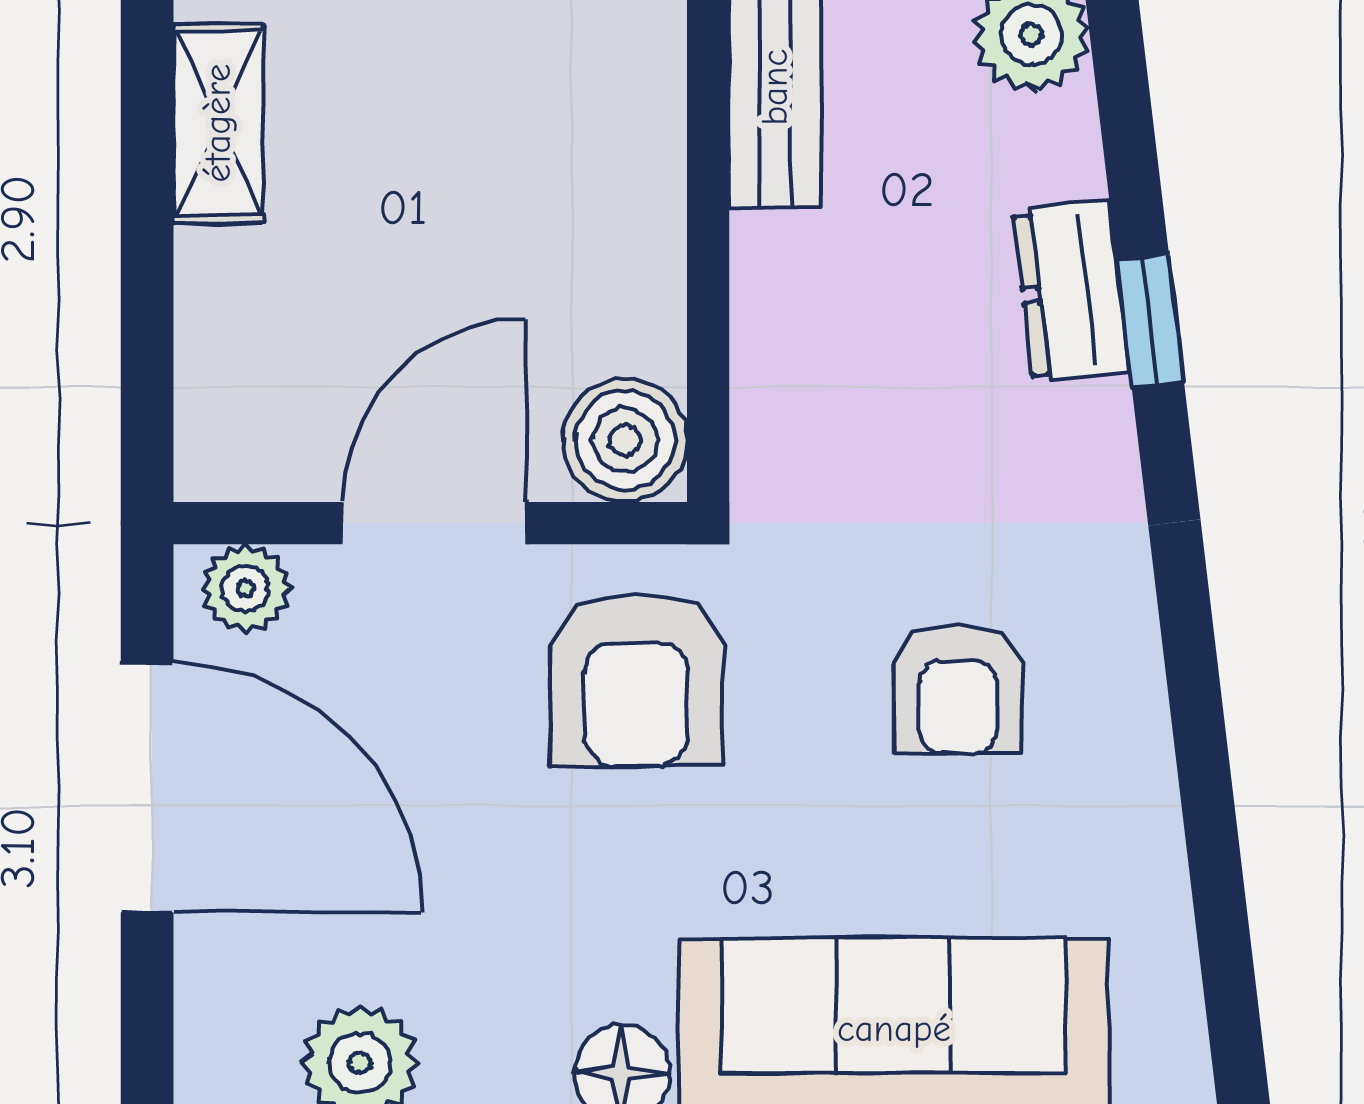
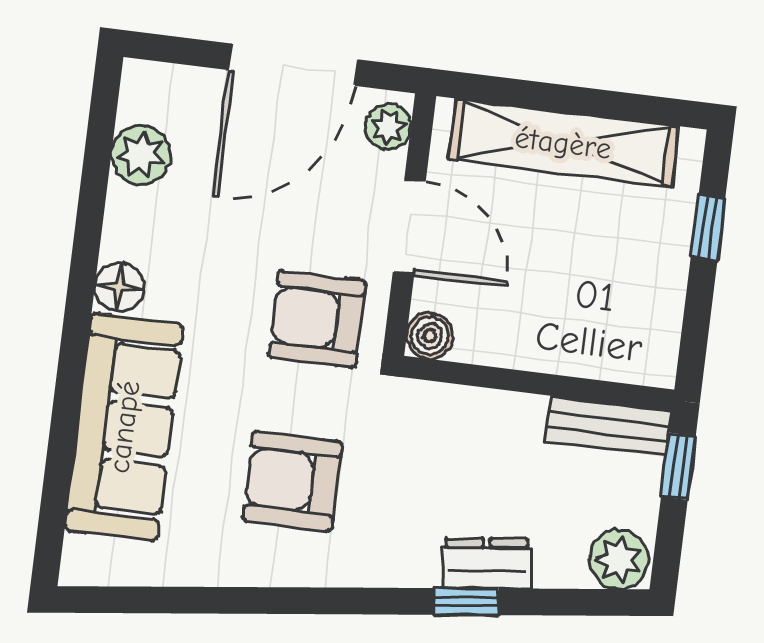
shelving: (218, 123) -> (563, 143), width x2.20, depth x1.33
boiler: (625, 440) -> (430, 336), width x0.73, depth x0.73
armchair: (958, 689) -> (292, 481), width x1.38, depth x1.38

